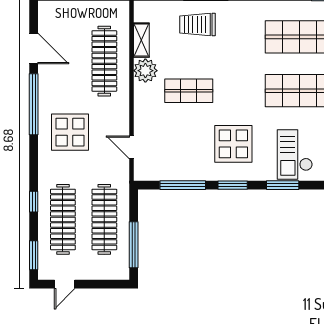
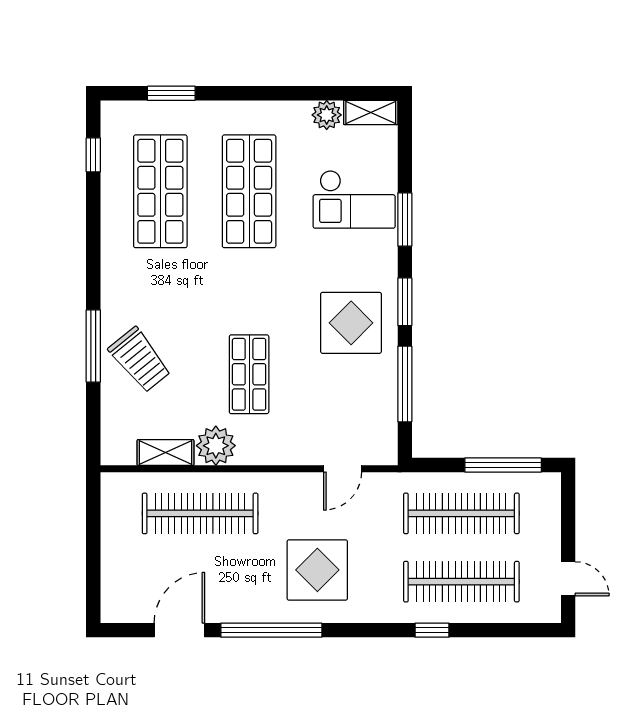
trolley: (197, 24) -> (140, 360), turned -39
display table: (233, 144) -> (351, 323), moved
window: (34, 255) -> (520, 630), removed

